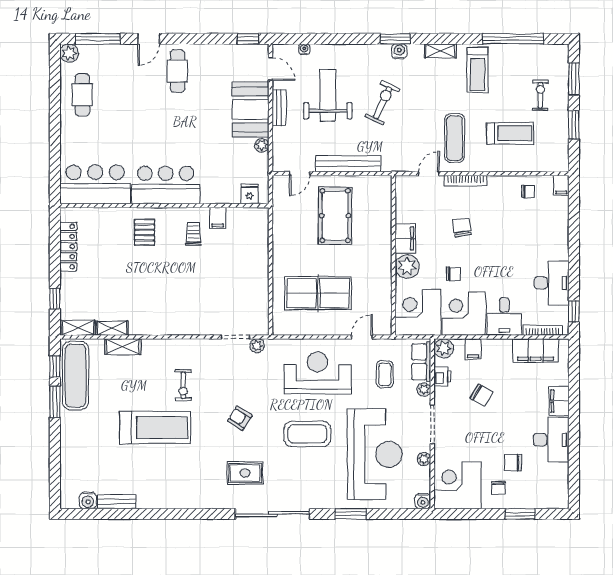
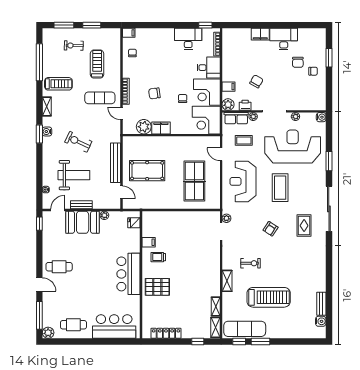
weight bench: (328, 95) -> (74, 175), turned 180
bar counter: (95, 184) -> (114, 326), moved, turned 90
pallet: (144, 232) -> (157, 287), width x1.50, depth x1.42
plant: (407, 266) -> (144, 127), moved
shelving: (123, 347) -> (227, 281), moved
filing cabinet: (536, 350) -> (229, 49), removed
treadmill: (155, 428) -> (269, 297), moved, turned 90
corner desk: (457, 485) -> (312, 96), removed

